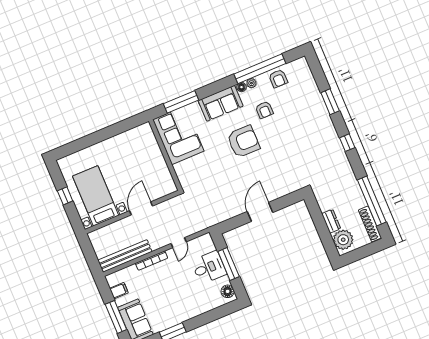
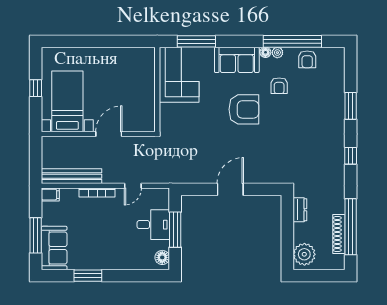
dresser: (331, 221) -> (300, 210), moved
shoe rack: (370, 224) -> (339, 234), moved
filing cabinet: (119, 291) -> (50, 195), moved

